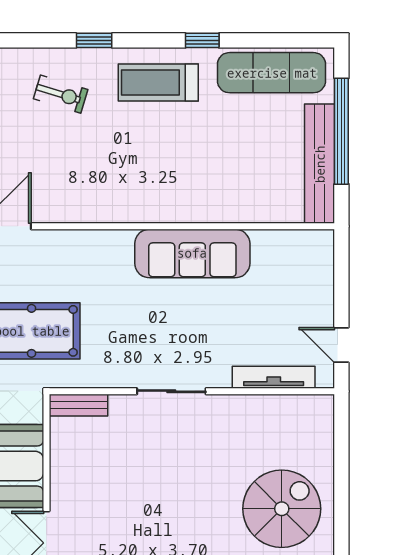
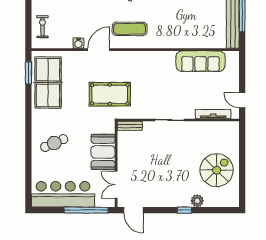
exercise mat: (78, 178) -> (130, 29), added
sofa: (192, 253) -> (200, 61), moved

